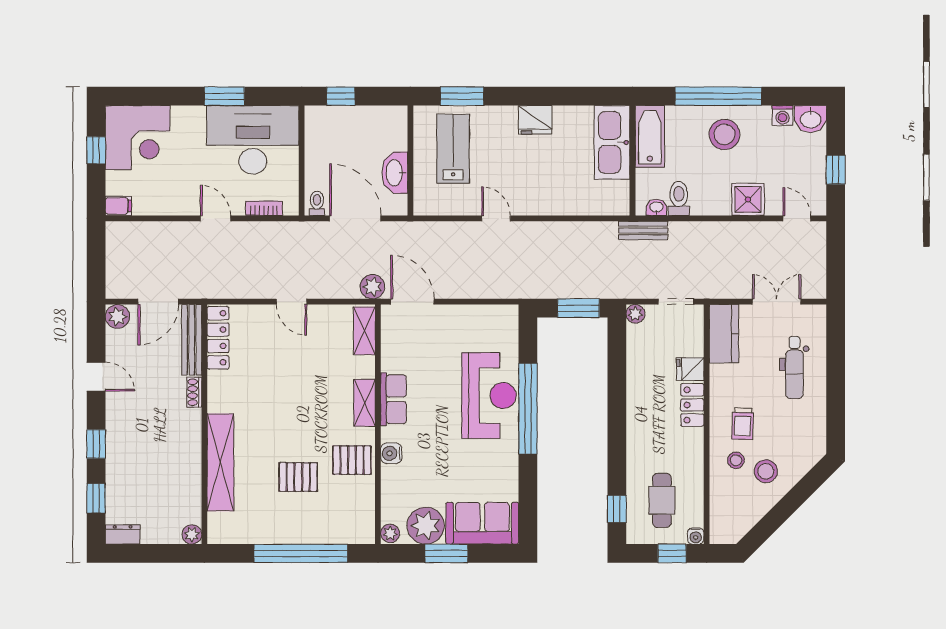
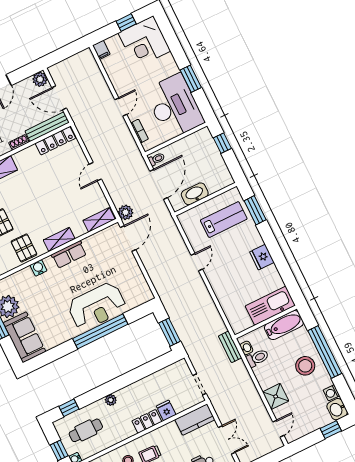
window: (836, 170) -> (331, 430), moved
plant: (635, 314) -> (111, 400), moved

